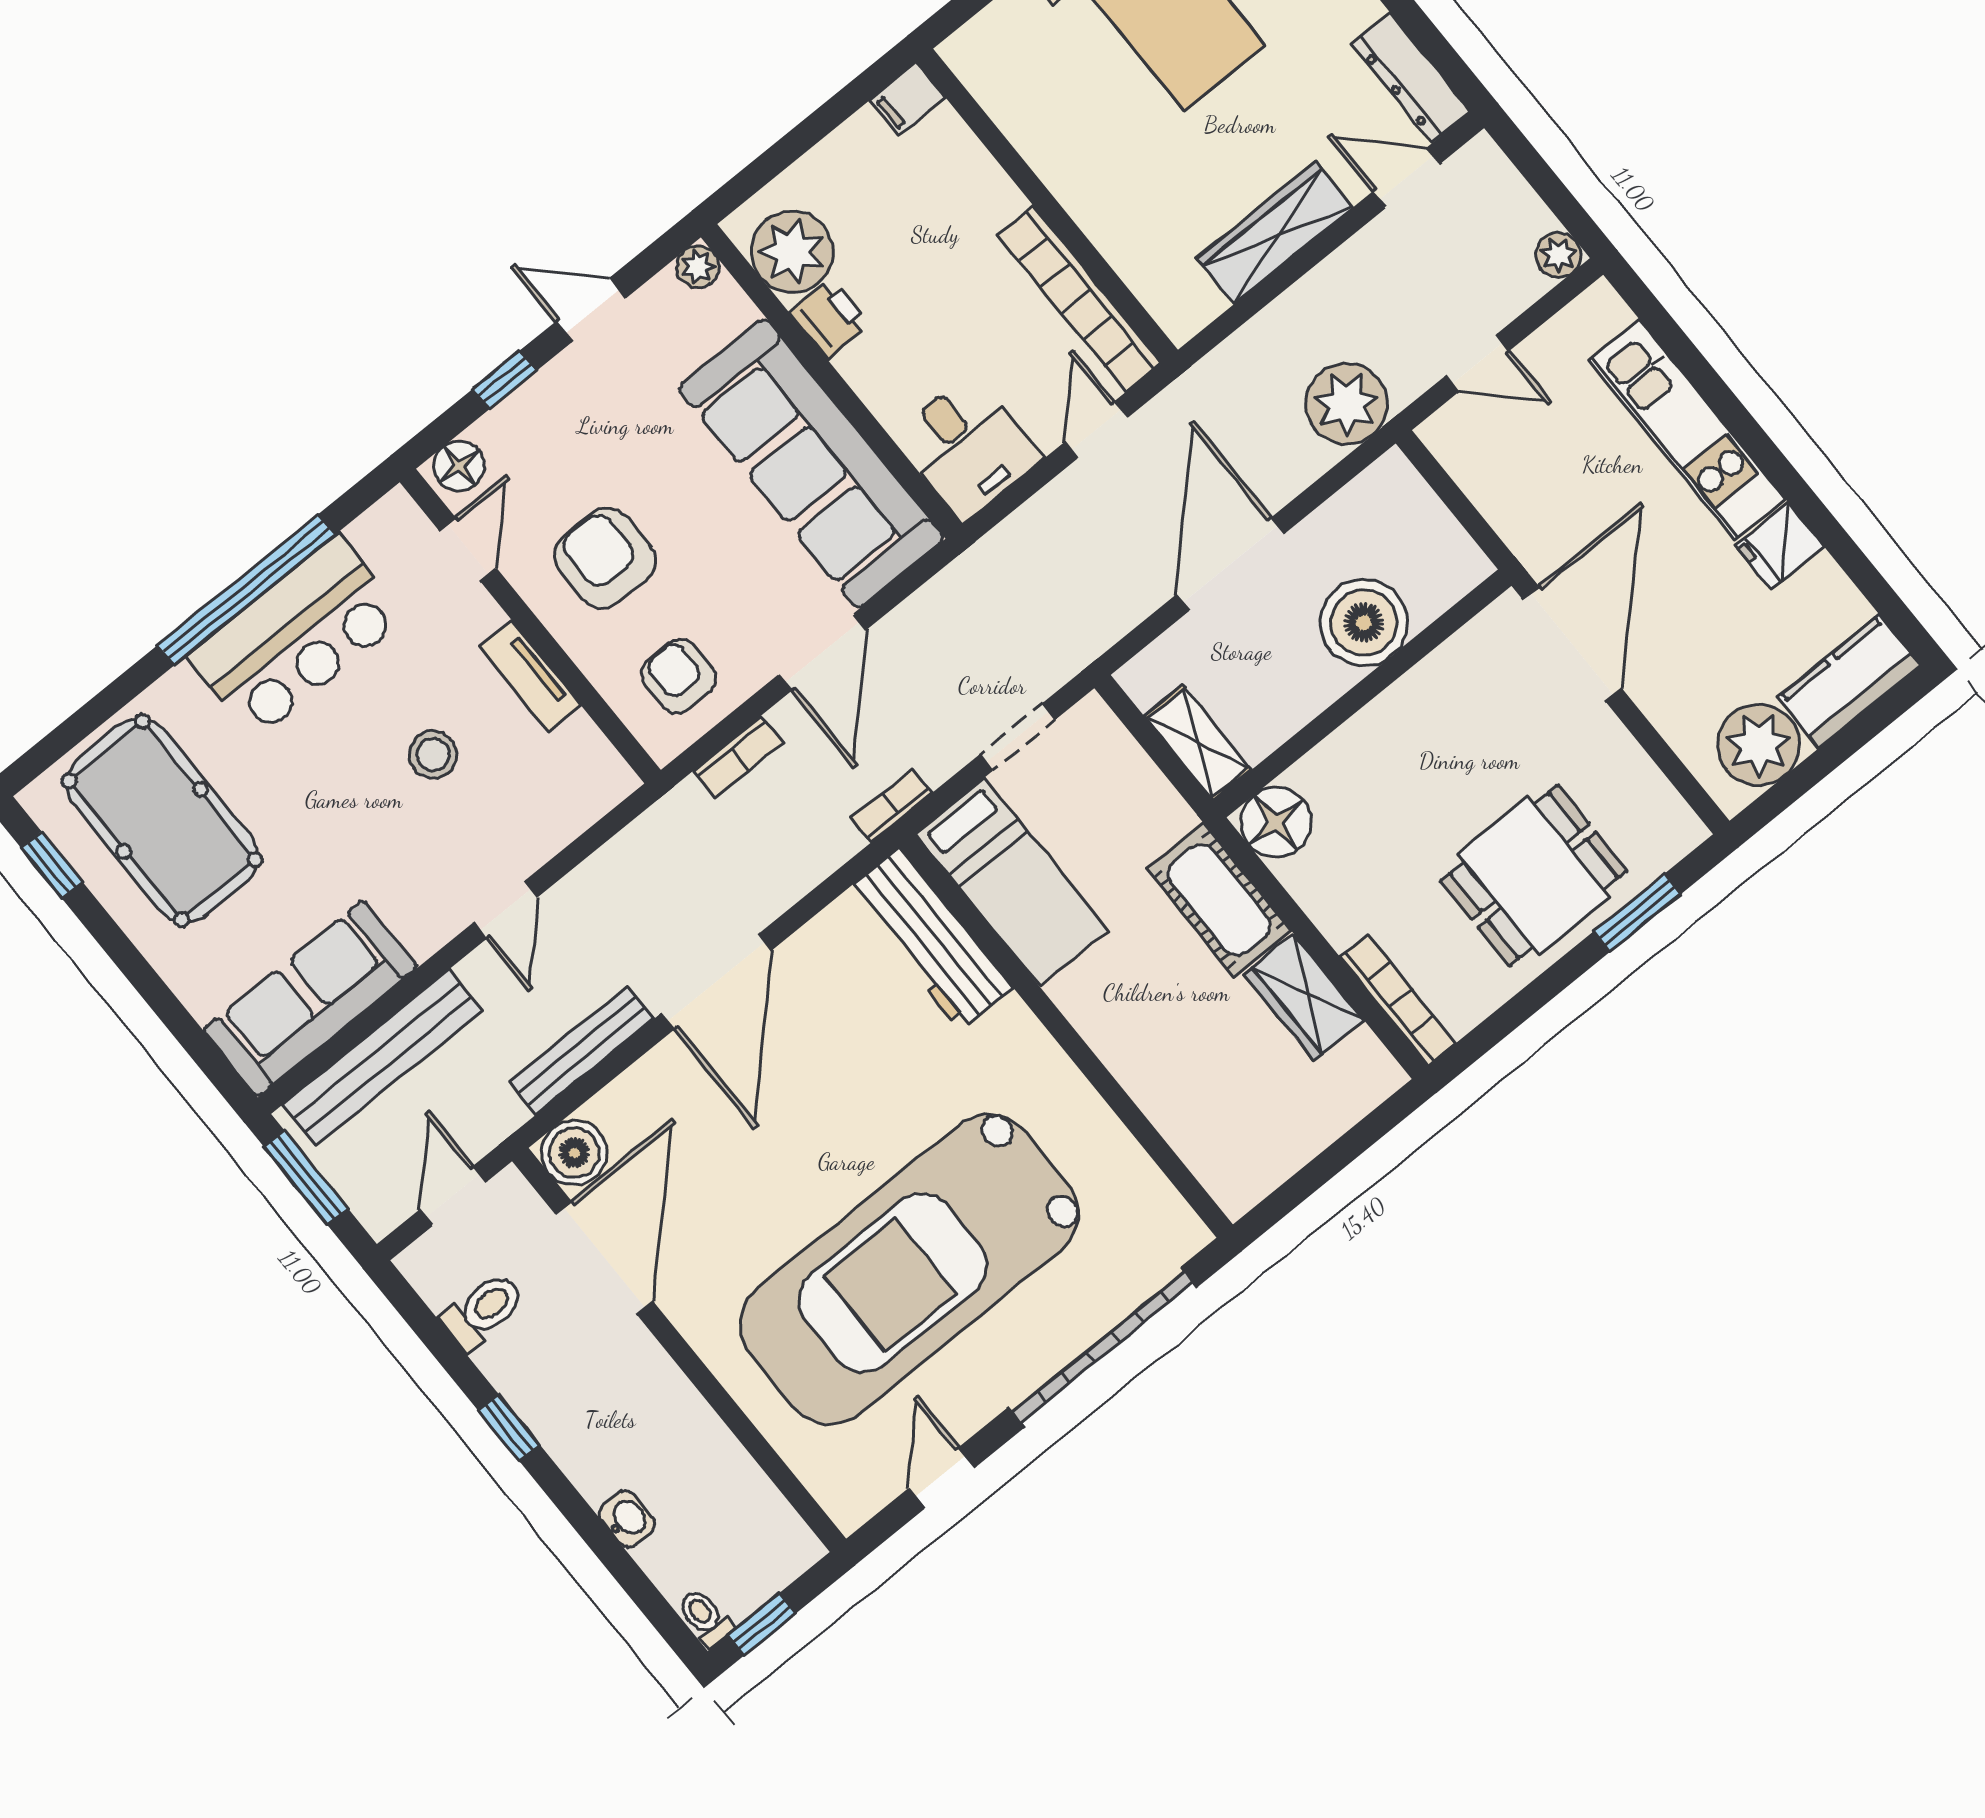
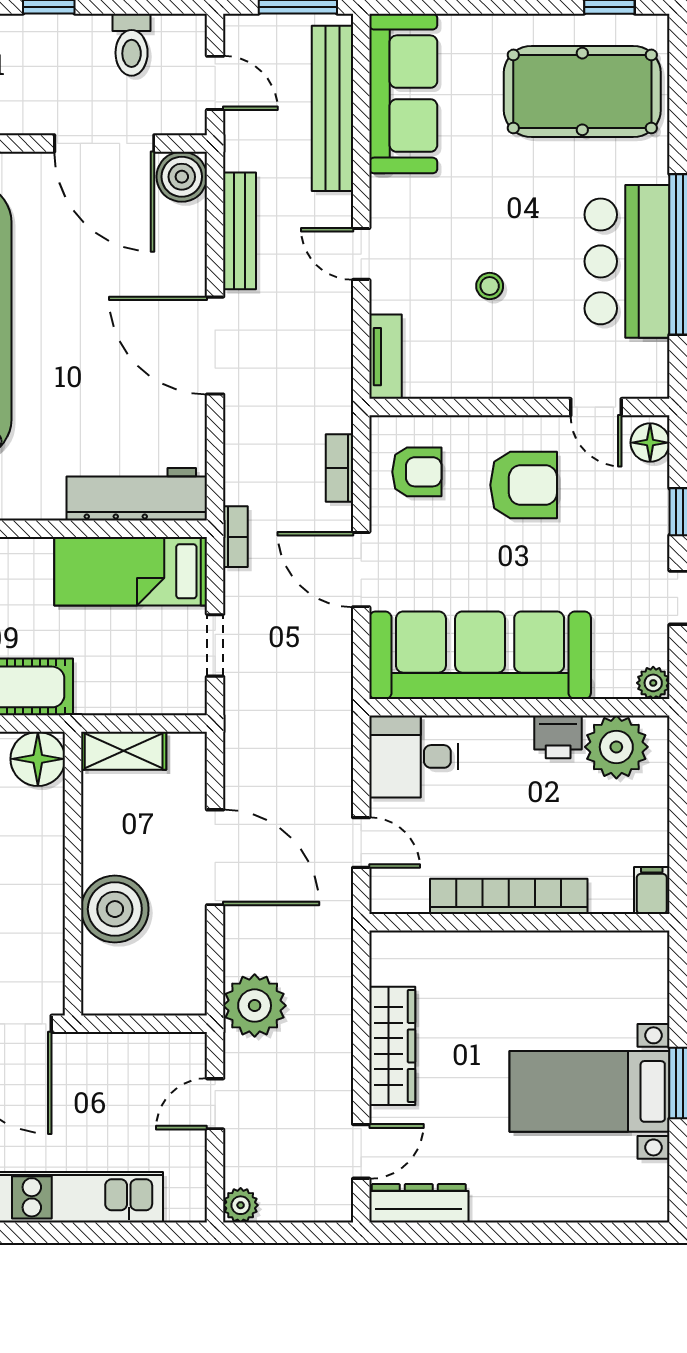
bookcase: (1079, 299) -> (509, 896), moved
tv unit: (530, 676) -> (385, 357), moved, turned 90
stool: (433, 755) -> (490, 286), width x0.73, depth x0.73

